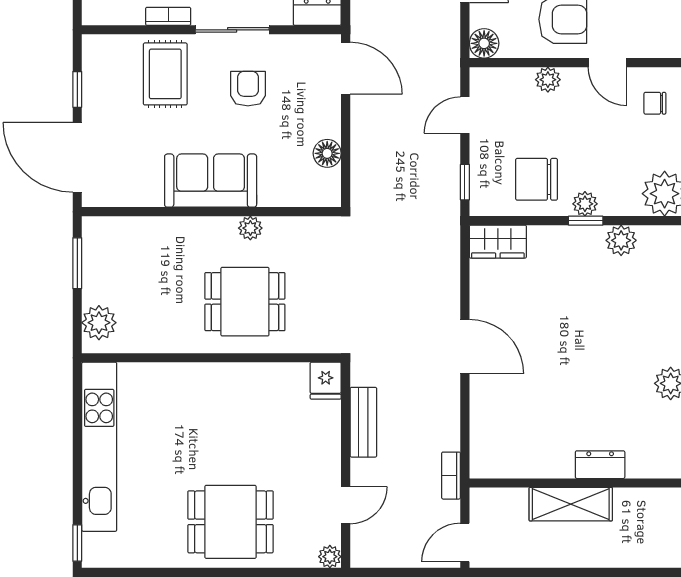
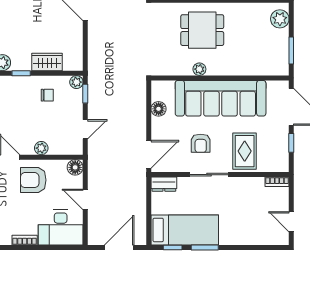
bookcase: (168, 16) -> (277, 182), moved
door: (346, 68) -> (149, 154), swing flipped
chair: (537, 179) -> (47, 95), width x0.54, depth x0.54
sofa: (211, 181) -> (221, 98), width x1.85, depth x1.27
plant: (585, 204) -> (76, 82), moved
wardrobe: (498, 242) -> (47, 62), moved

